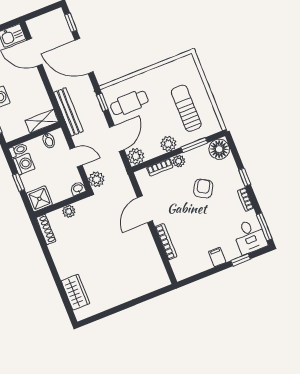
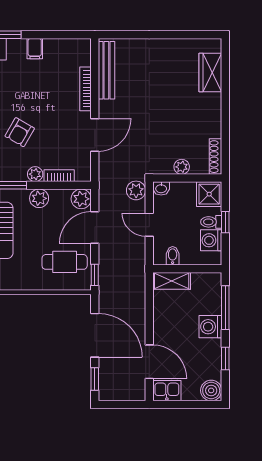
bench: (68, 112) -> (106, 70), moved
toilet: (18, 150) -> (211, 222), moved

